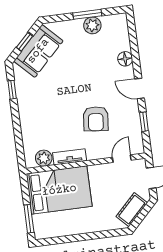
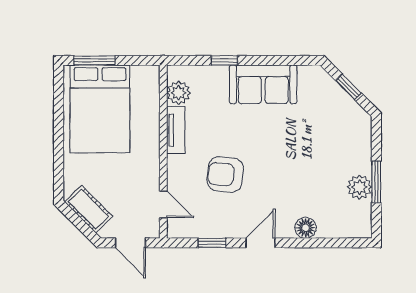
sofa: (38, 51) -> (263, 84), moved, turned -45
window: (12, 90) -> (224, 60), moved
bed: (59, 190) -> (100, 109), moved

